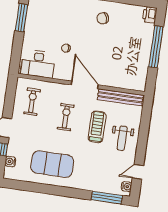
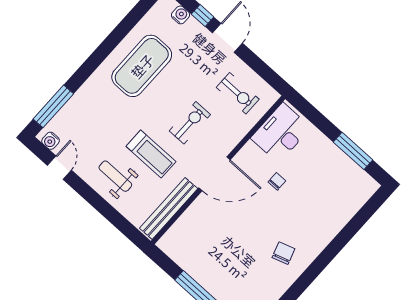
exercise bike: (66, 117) -> (190, 123), turned -90

